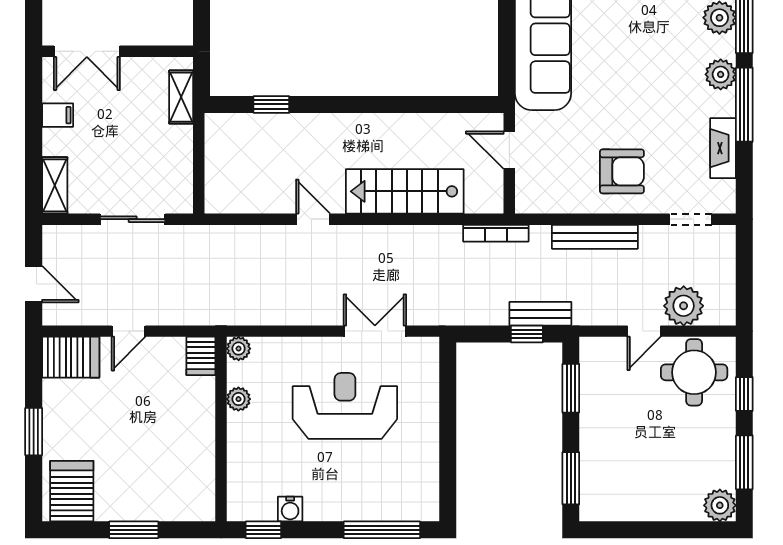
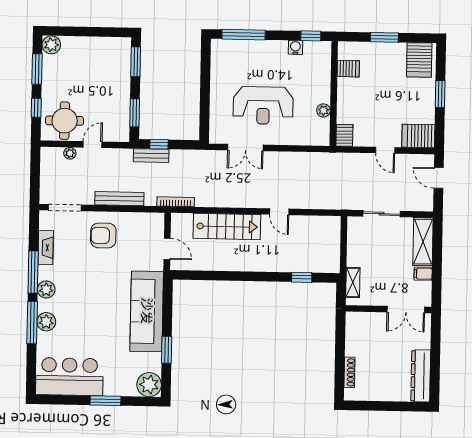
double door: (87, 51) -> (406, 310), swing flipped
shelving: (55, 185) -> (423, 242), width x1.50, depth x1.33
doorway: (691, 219) -> (65, 208), width x1.38
plant: (684, 306) -> (70, 153), width x0.53, depth x0.53
door: (129, 331) -> (385, 150), swing flipped
plant: (239, 349) -> (323, 139), removed
server rack: (196, 473) -> (348, 69), added

